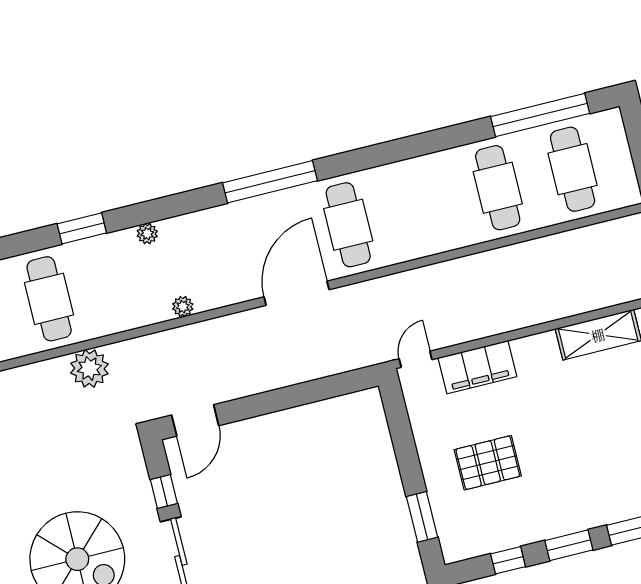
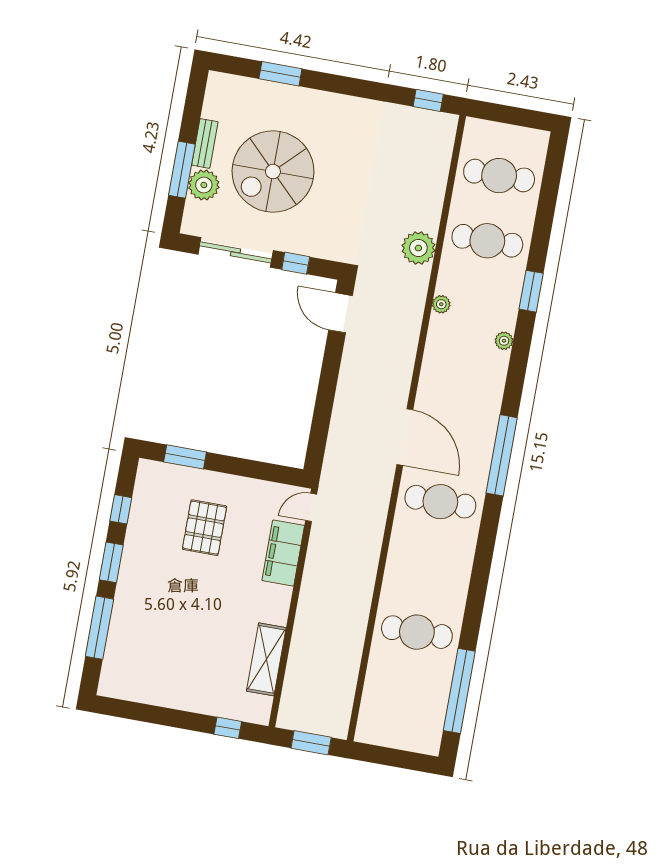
cafe table: (573, 169) -> (405, 697), removed
plant: (183, 307) -> (441, 304), moved
door: (416, 359) -> (311, 507), swing flipped

